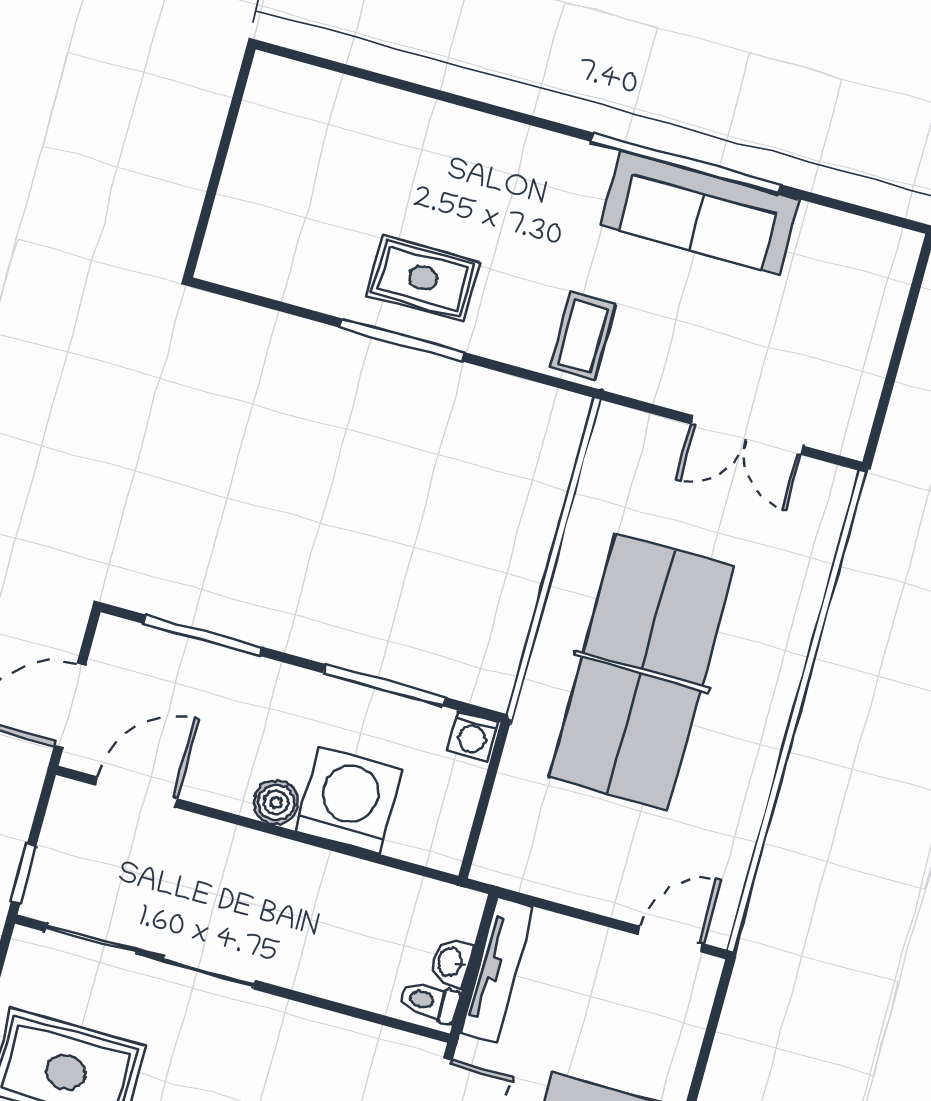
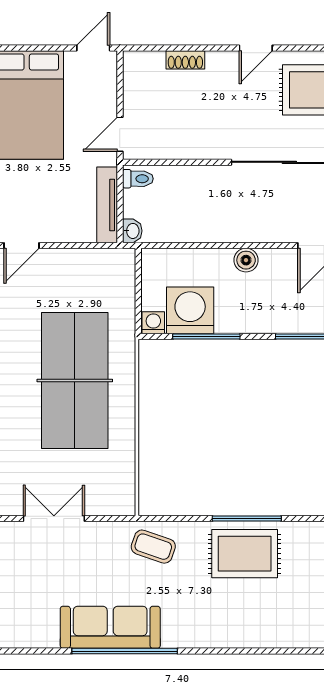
rug: (423, 278) -> (245, 554), width x1.36, depth x1.43
coffee table: (583, 336) -> (153, 547), turned -71
washing machine: (349, 800) -> (190, 310), moved, turned 180
washbasin: (451, 962) -> (132, 231), moved

